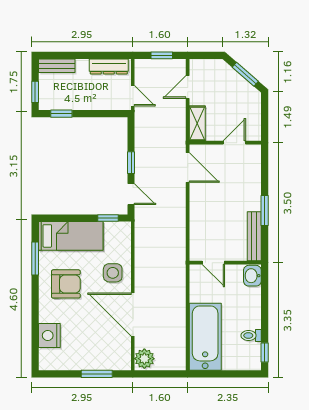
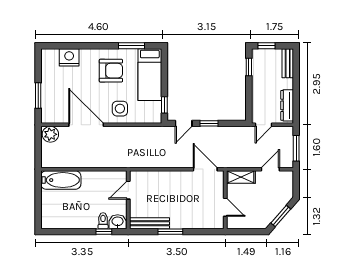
window: (162, 55) -> (296, 148), width x1.50
door: (188, 87) -> (270, 169), hinge flipped
door: (188, 167) -> (205, 169), swing flipped
armchair: (66, 284) -> (111, 71), turned -90
door: (133, 315) -> (86, 125), hinge flipped
toilet: (251, 335) -> (103, 221), moved
bathtub: (205, 337) -> (61, 180), width x0.73, depth x0.73
window: (265, 353) -> (104, 232), moved

